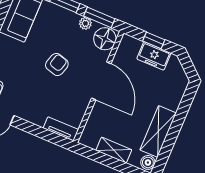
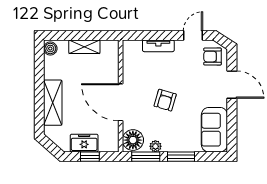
tv unit: (61, 129) -> (158, 46), moved
shelving: (158, 131) -> (53, 103), moved

